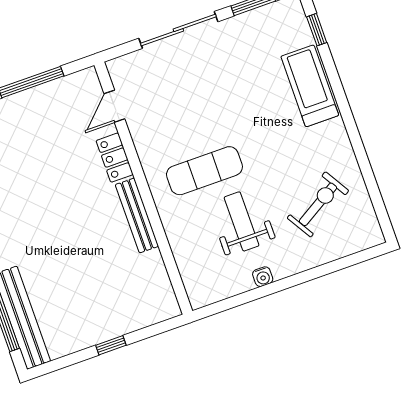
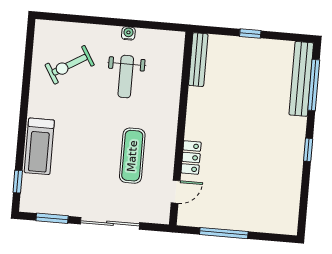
exercise mat: (204, 171) -> (132, 156), moved, turned 90
bench: (137, 215) -> (198, 60), moved

